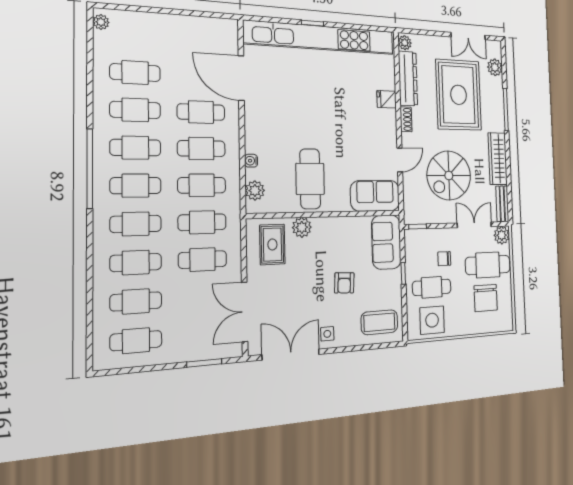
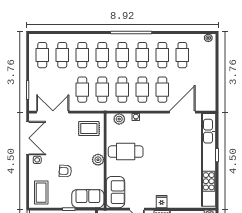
fridge: (387, 99) -> (162, 202), moved
plant: (302, 227) -> (98, 160), moved

